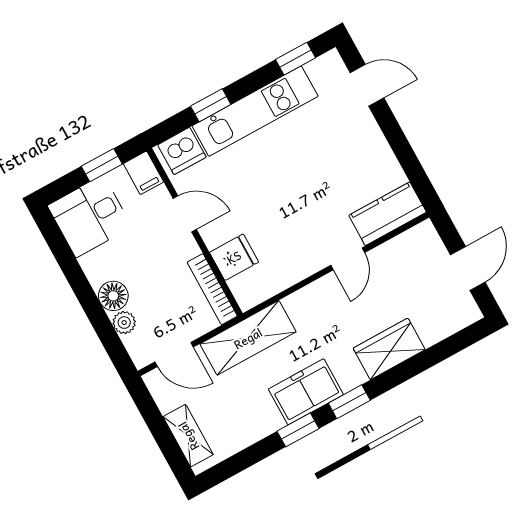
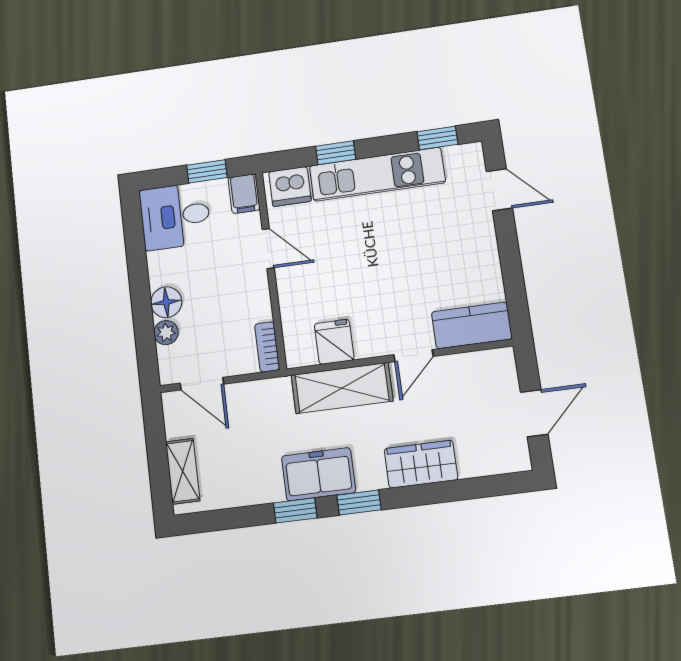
fridge: (234, 257) -> (334, 342), moved, turned -90
bookcase: (212, 289) -> (267, 347), width x0.64
shelving: (248, 338) -> (342, 388), moved

